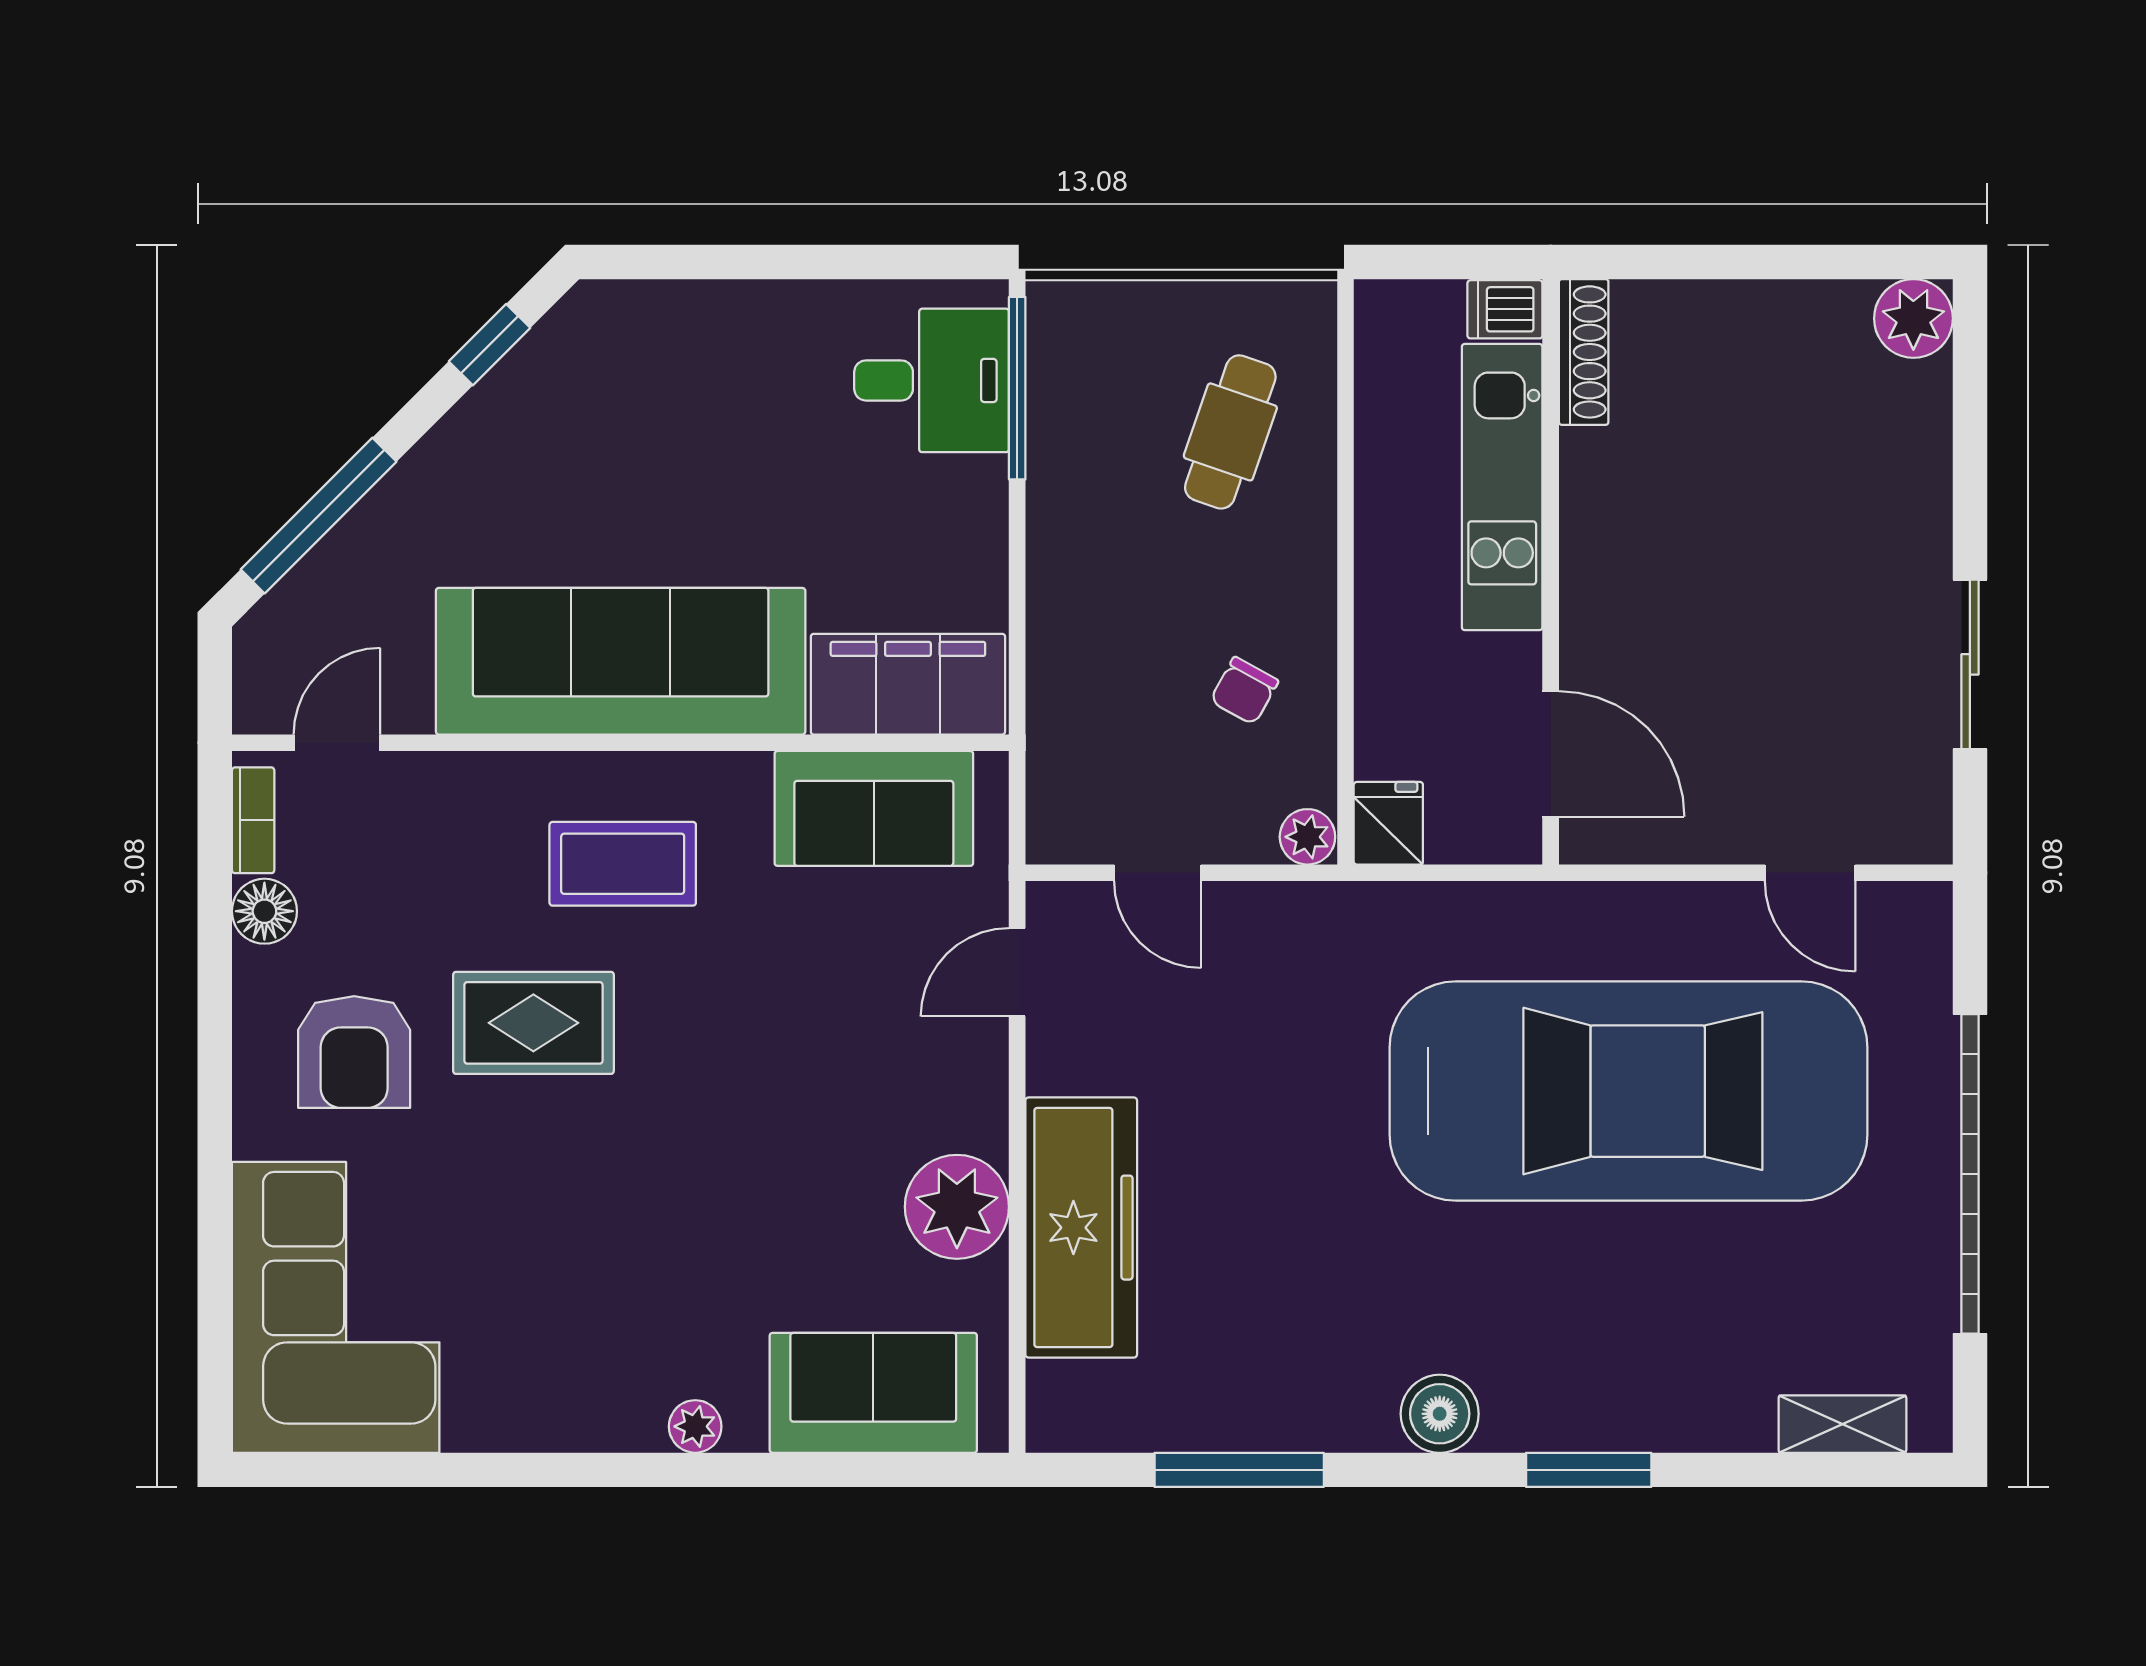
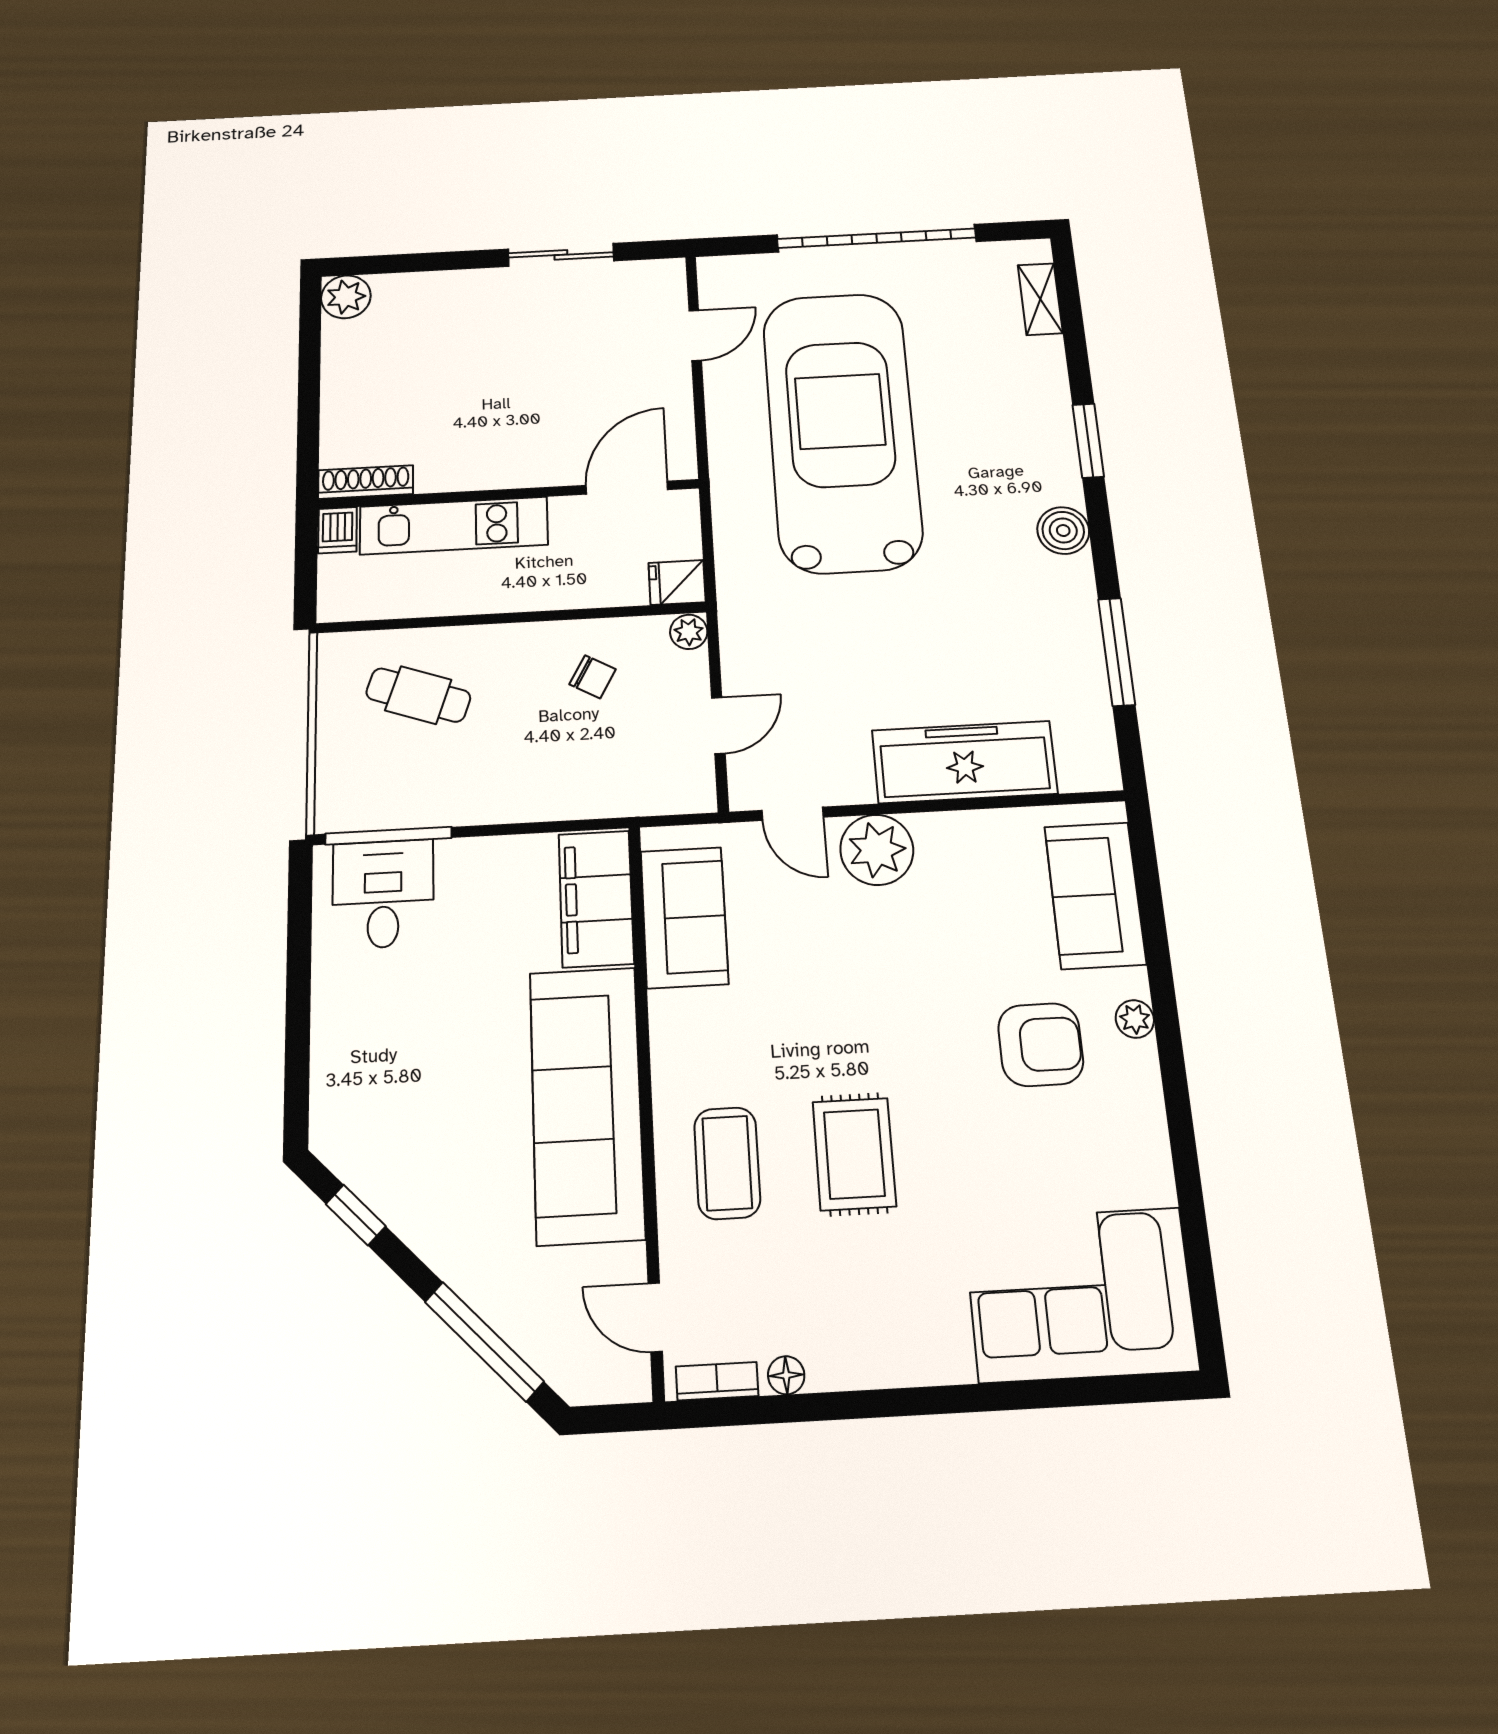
coffee table: (623, 864) -> (727, 1163), moved
floor lamp: (264, 911) -> (786, 1375), width x0.73, depth x0.73
armchair: (354, 1052) -> (1041, 1045), moved
plant: (957, 1207) -> (877, 850), moved

